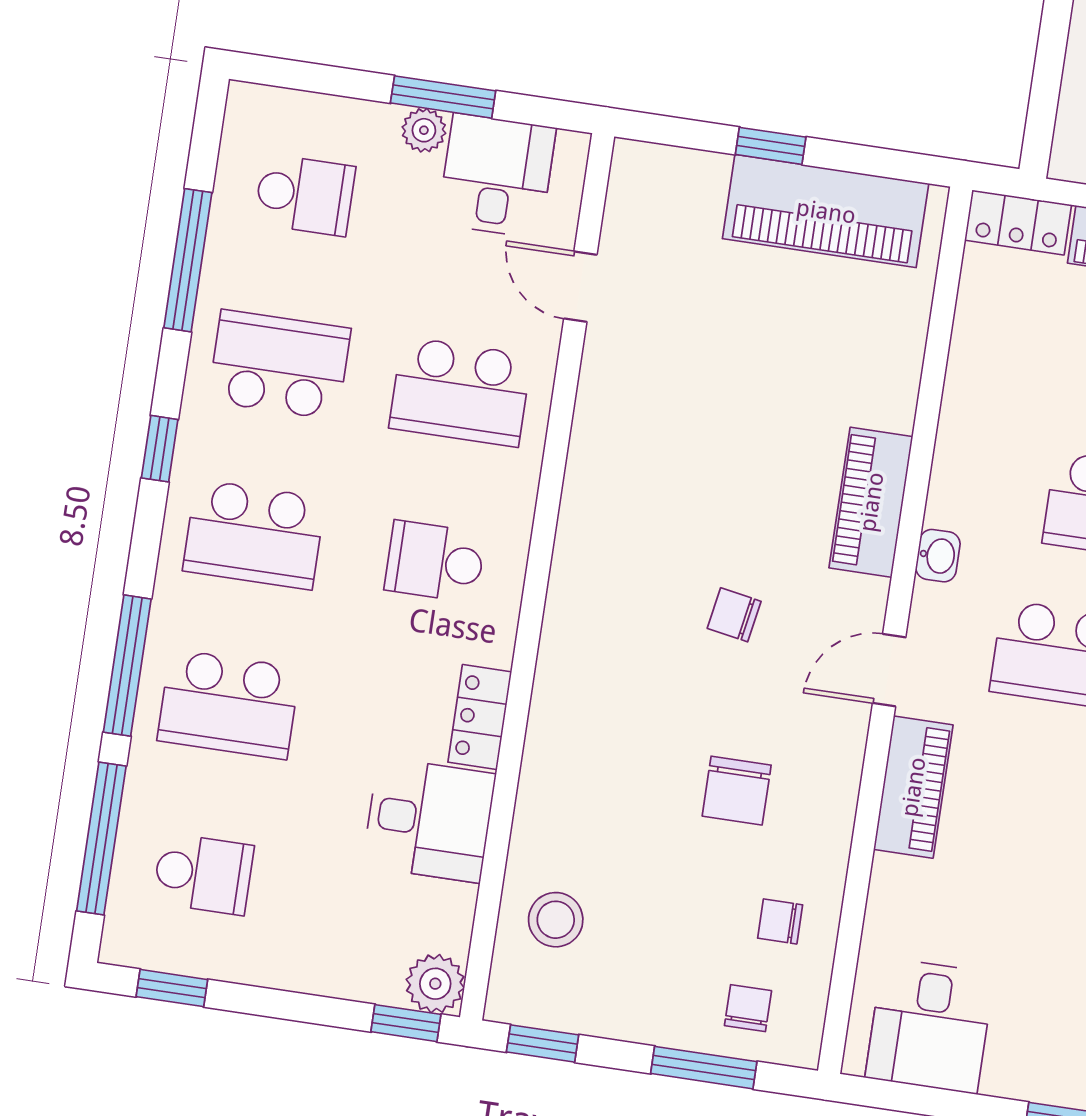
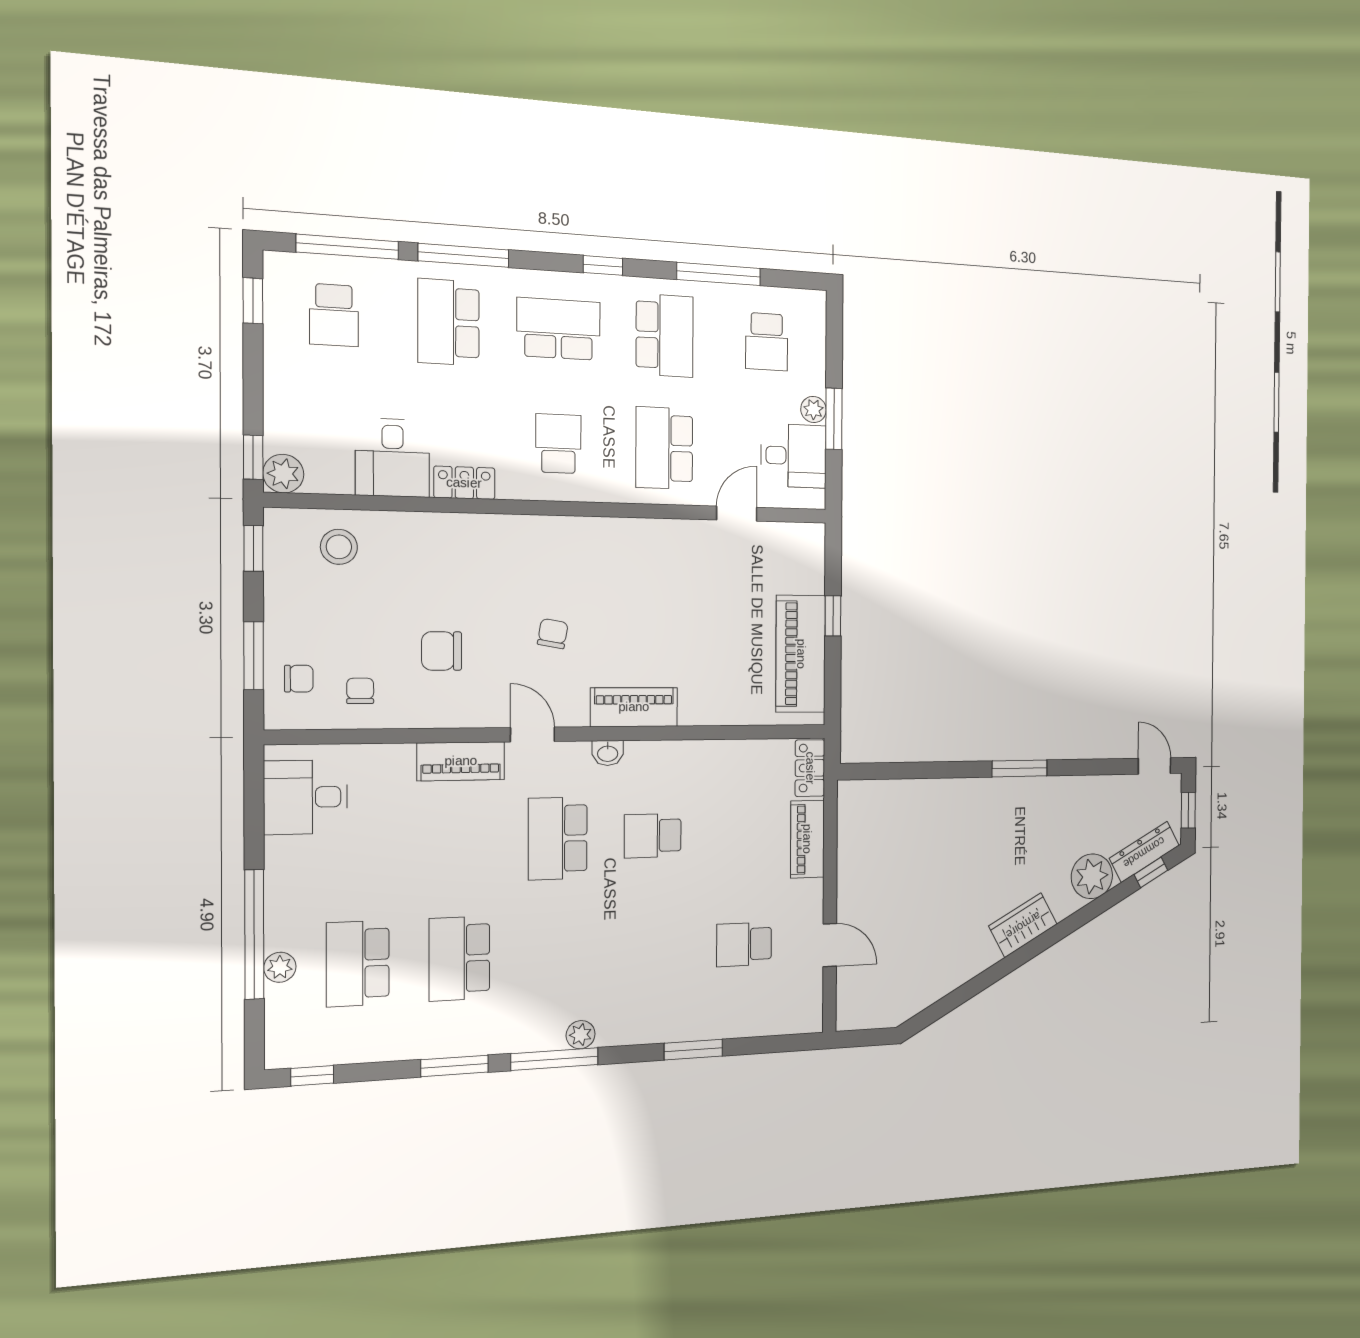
school desk: (254, 534) -> (559, 329), turned 90

